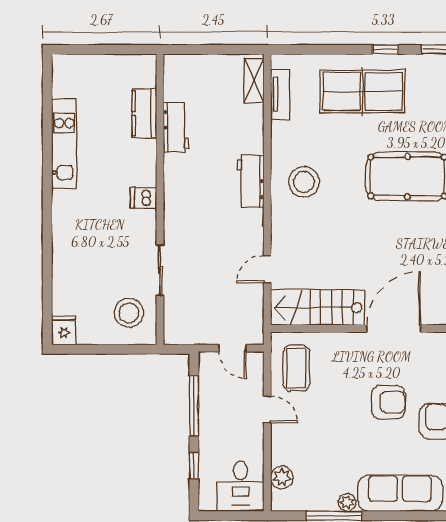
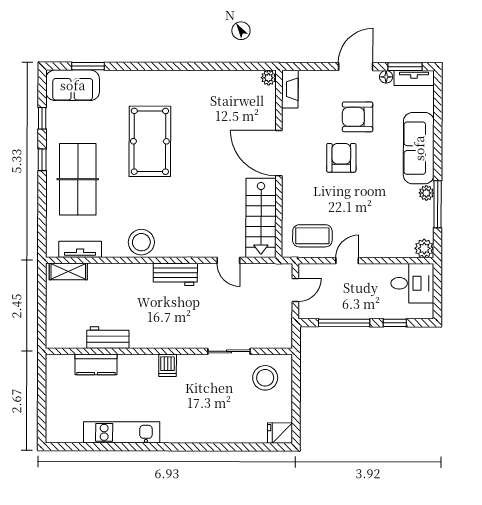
workbench: (251, 181) -> (175, 274), moved
stool: (304, 182) -> (141, 242), moved
plant: (282, 477) -> (424, 248), moved

